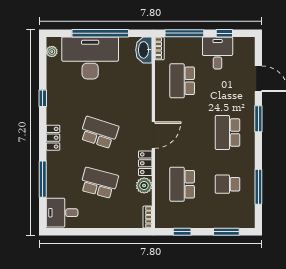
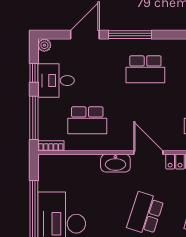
plant: (249, 43) -> (44, 45), added
washbasin: (144, 50) -> (115, 163), moved
window: (258, 119) -> (130, 35), width x1.44

